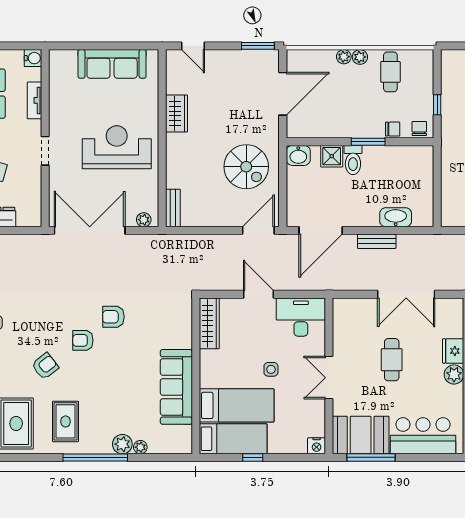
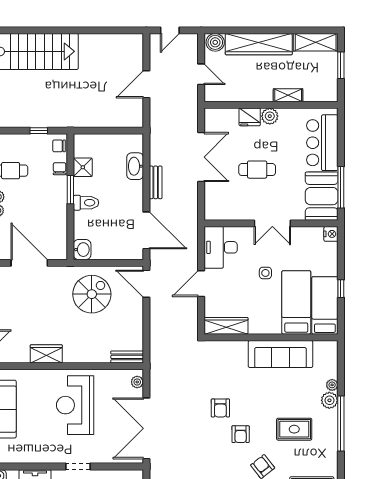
shower: (332, 156) -> (83, 167), moved
rug: (66, 421) -> (294, 429), moved

